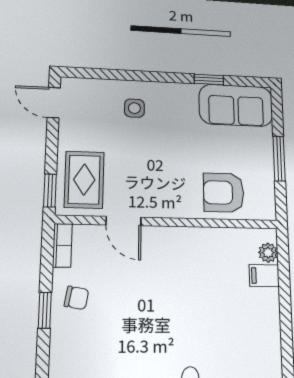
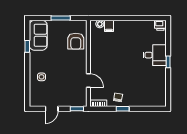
door: (54, 103) -> (52, 109), moved
rug: (84, 180) -> (72, 96), removed
door: (124, 221) -> (88, 81), hinge flipped

